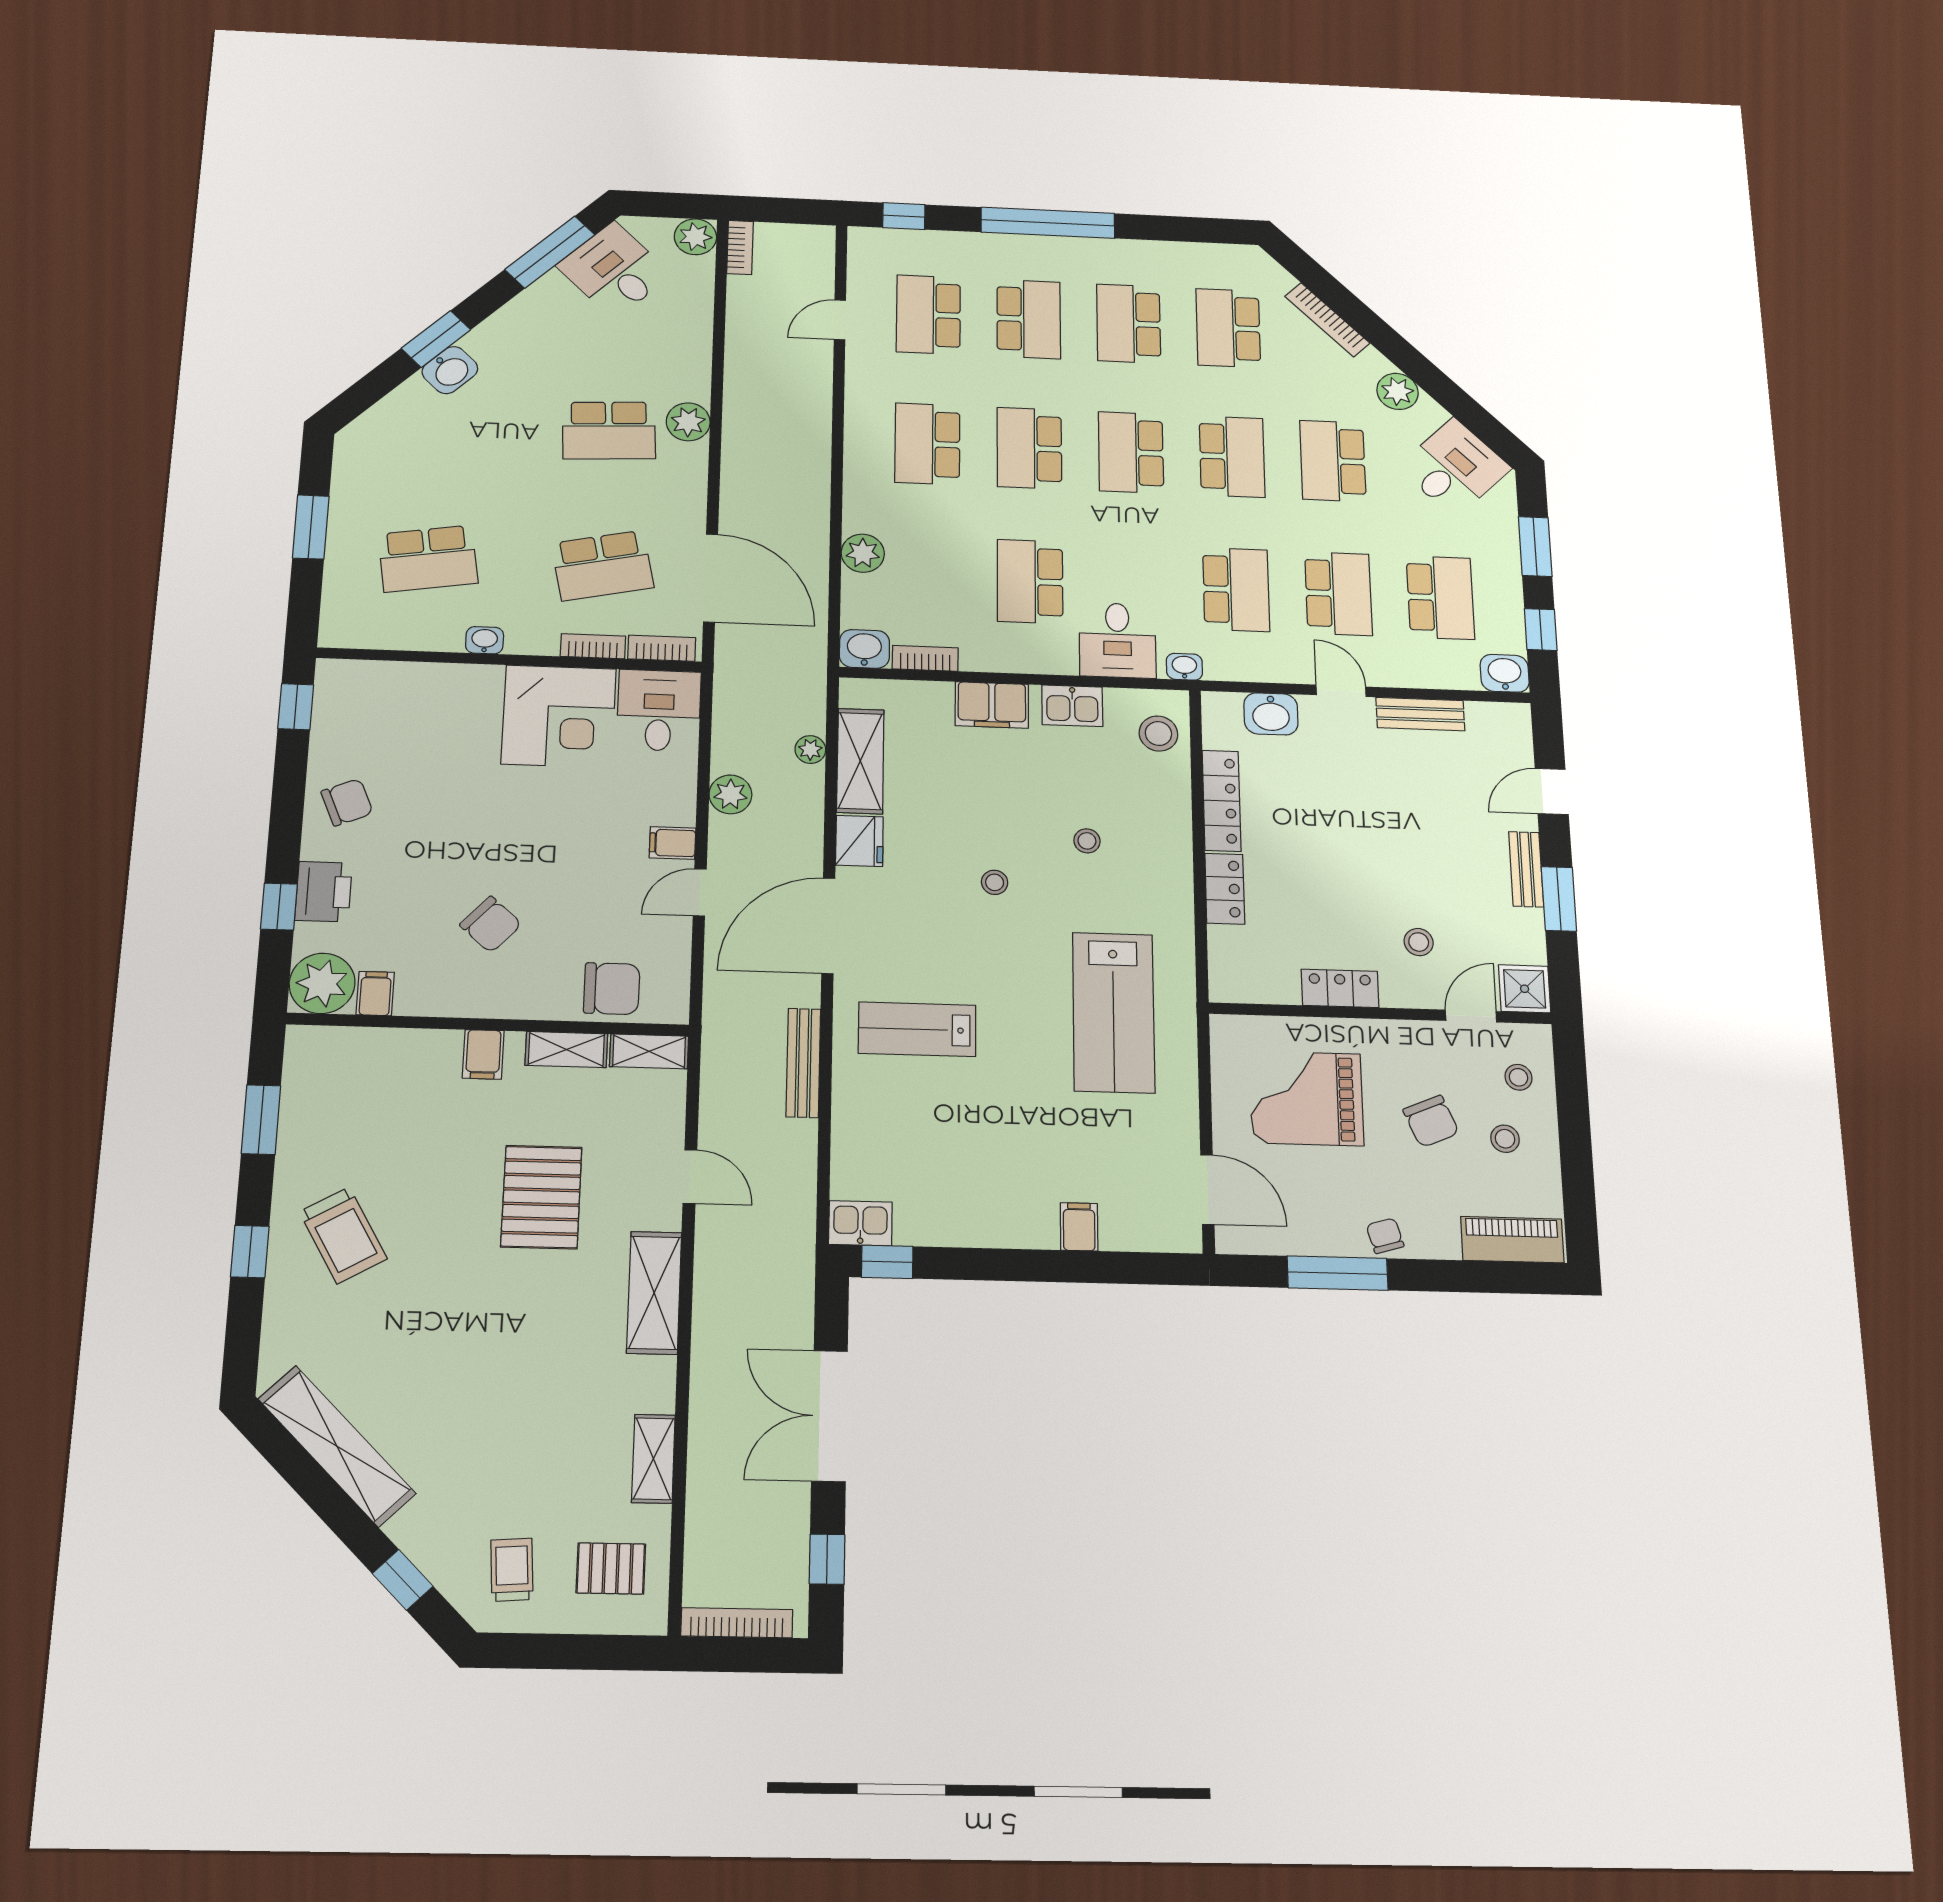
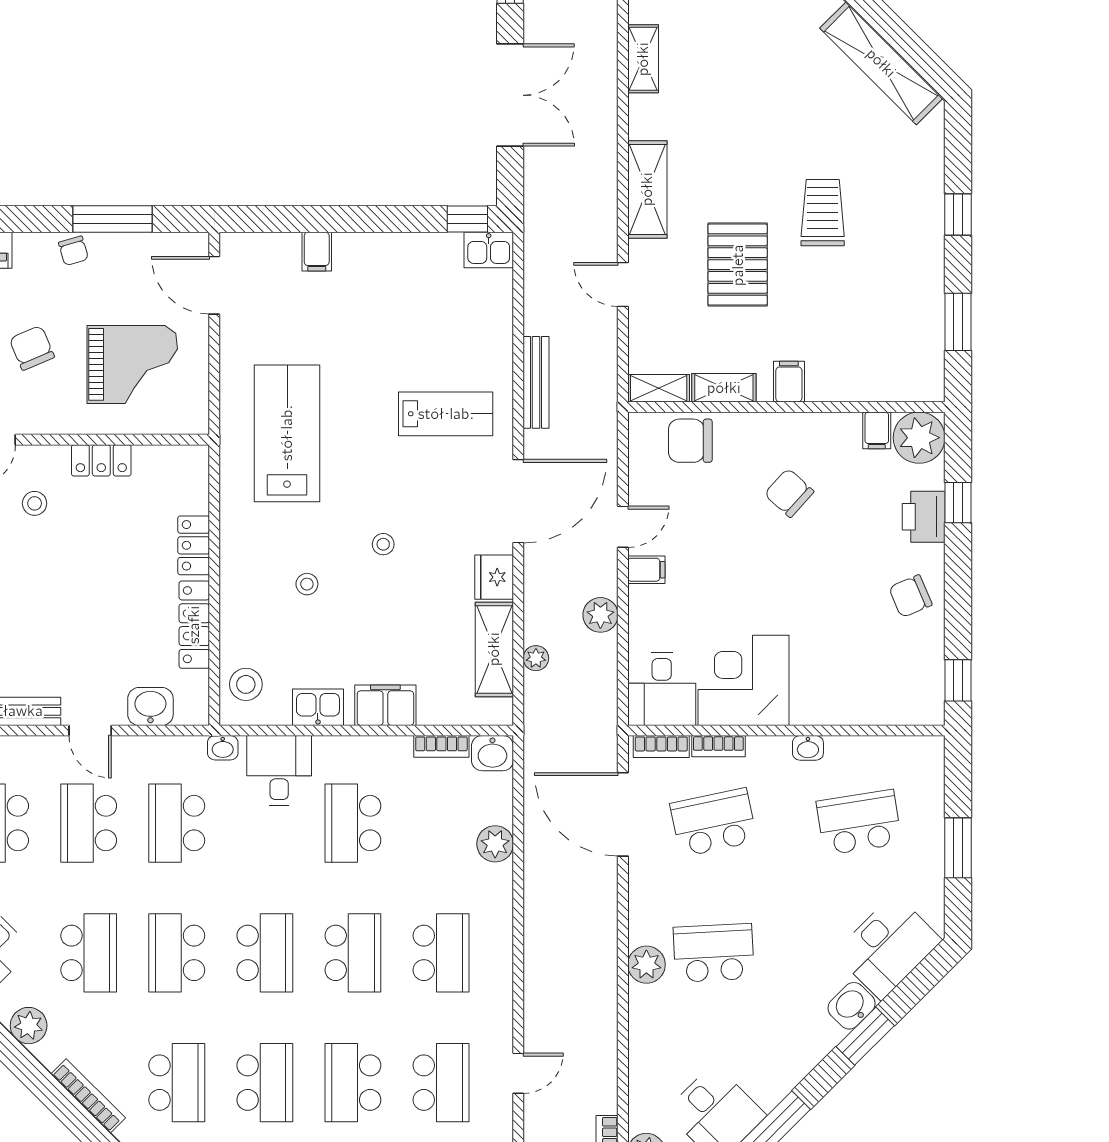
desk: (403, 428) -> (888, 947), added
school desk: (1030, 581) -> (353, 823), turned 180
trolley: (343, 1235) -> (823, 213), moved, turned 30

